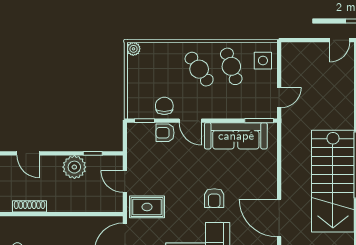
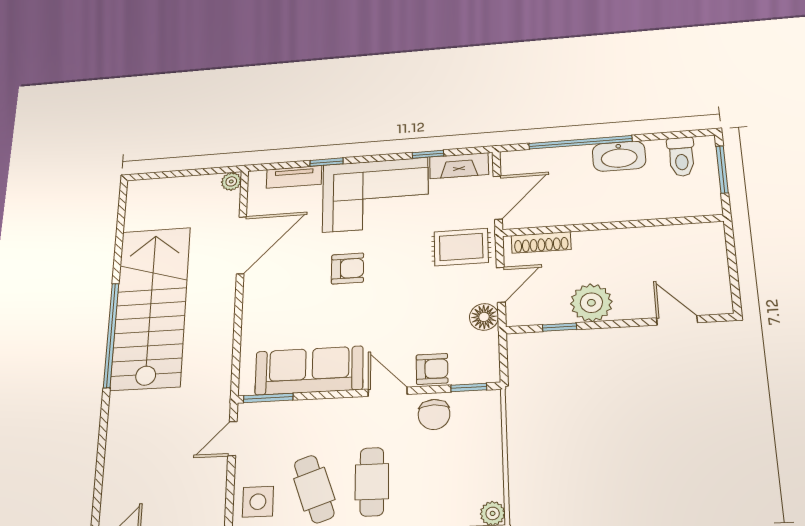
cafe table: (199, 69) -> (372, 482), turned 35
floor lamp: (135, 162) -> (484, 317), added
door: (125, 181) -> (501, 285), hinge flipped
armchair: (214, 198) -> (348, 269), turned 90
shoe rack: (30, 206) -> (541, 242), moved
door: (279, 218) -> (241, 245), hinge flipped

